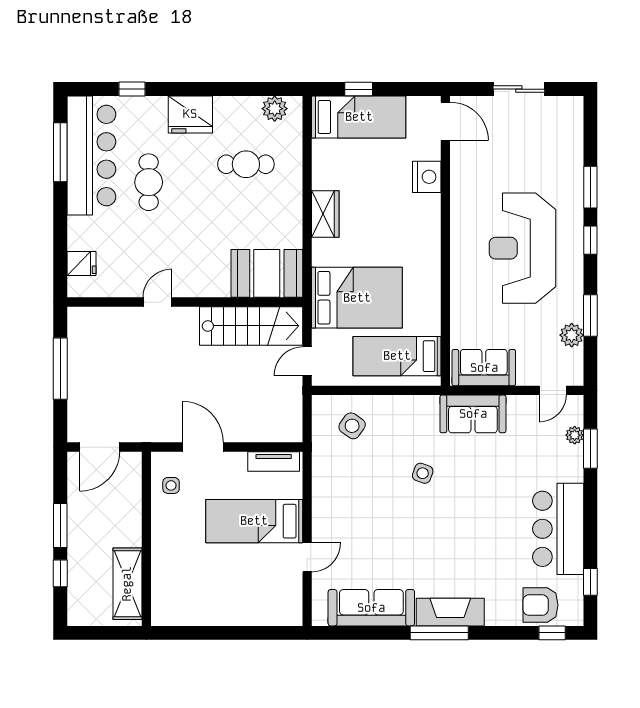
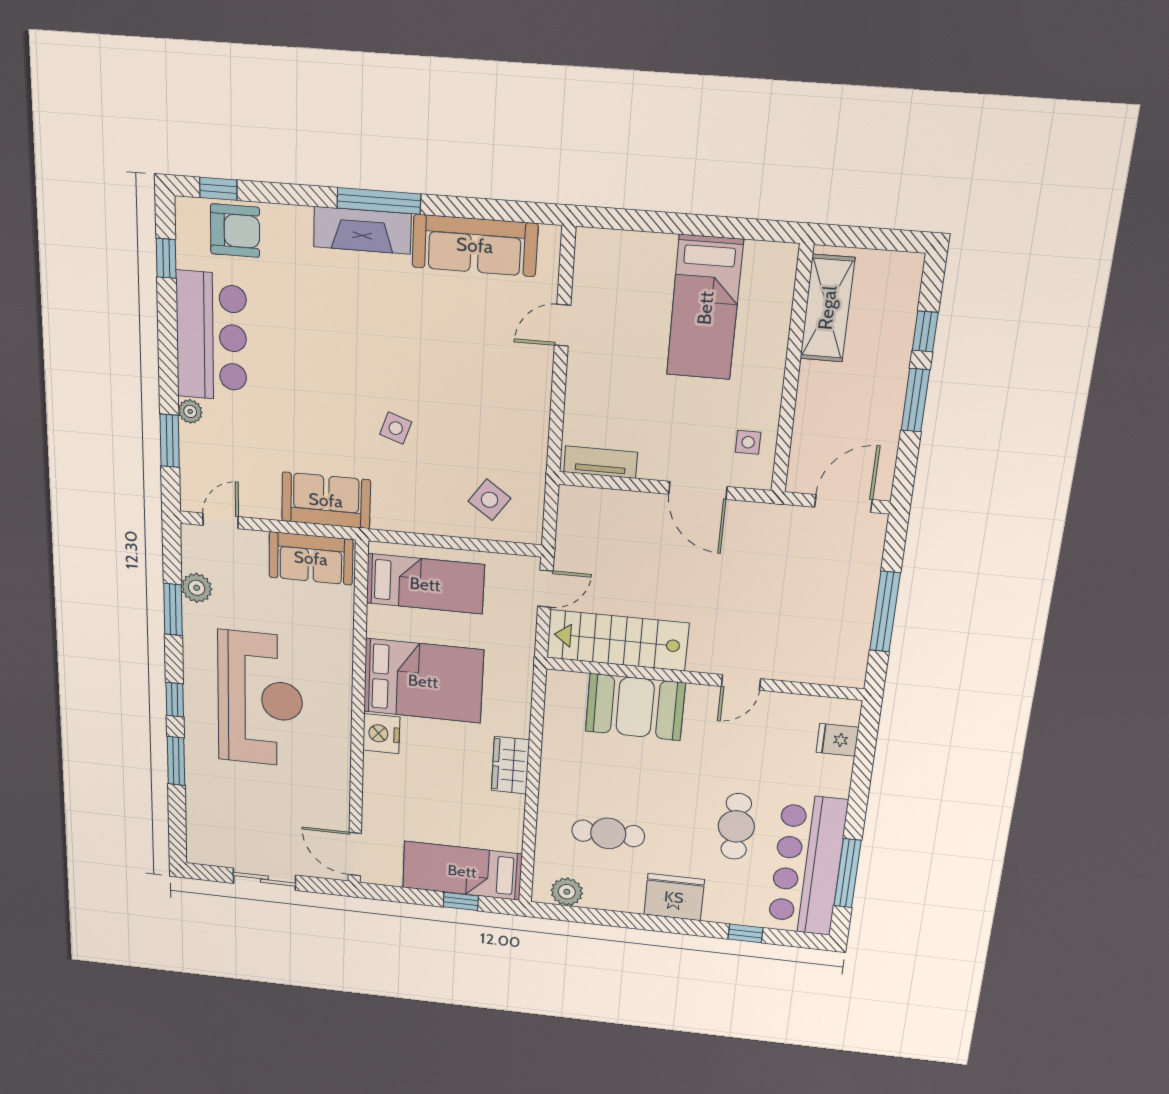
nightstand: (427, 177) -> (381, 734), moved
booth: (267, 273) -> (635, 707), moved
bed: (357, 298) -> (423, 681), moved, turned 180
plant: (575, 435) -> (190, 411), moved
bed: (254, 521) -> (705, 308), moved, turned 90

